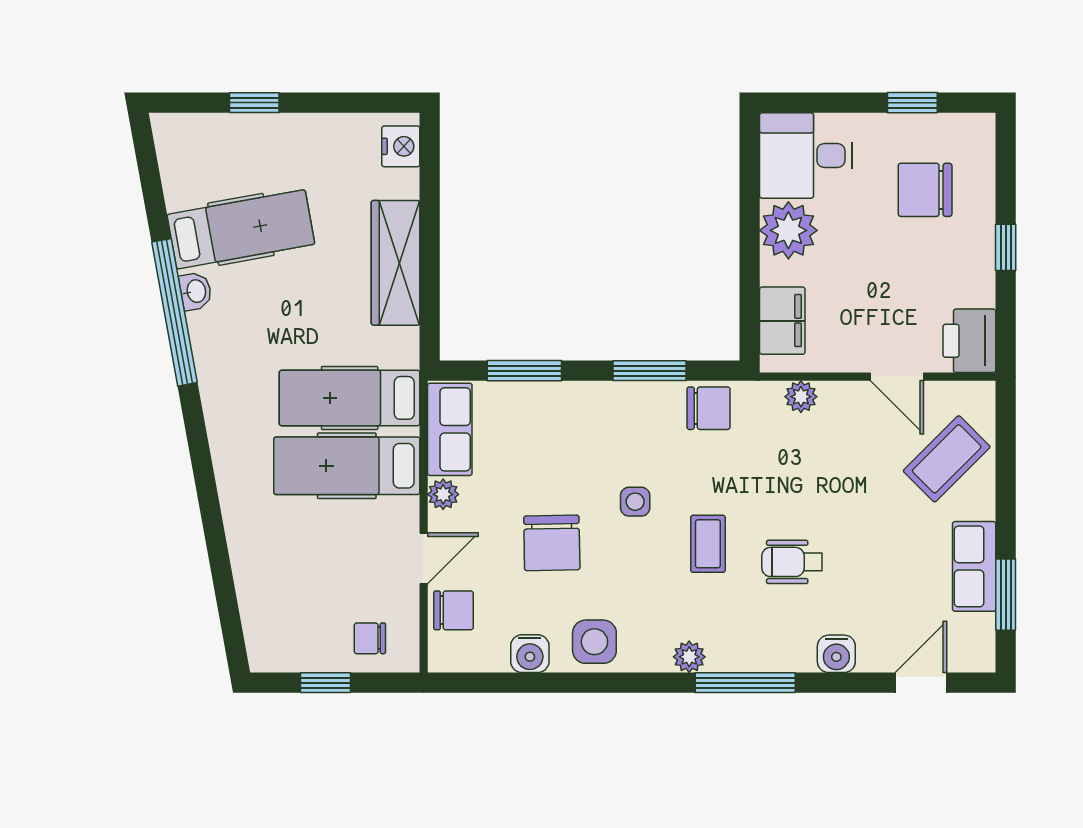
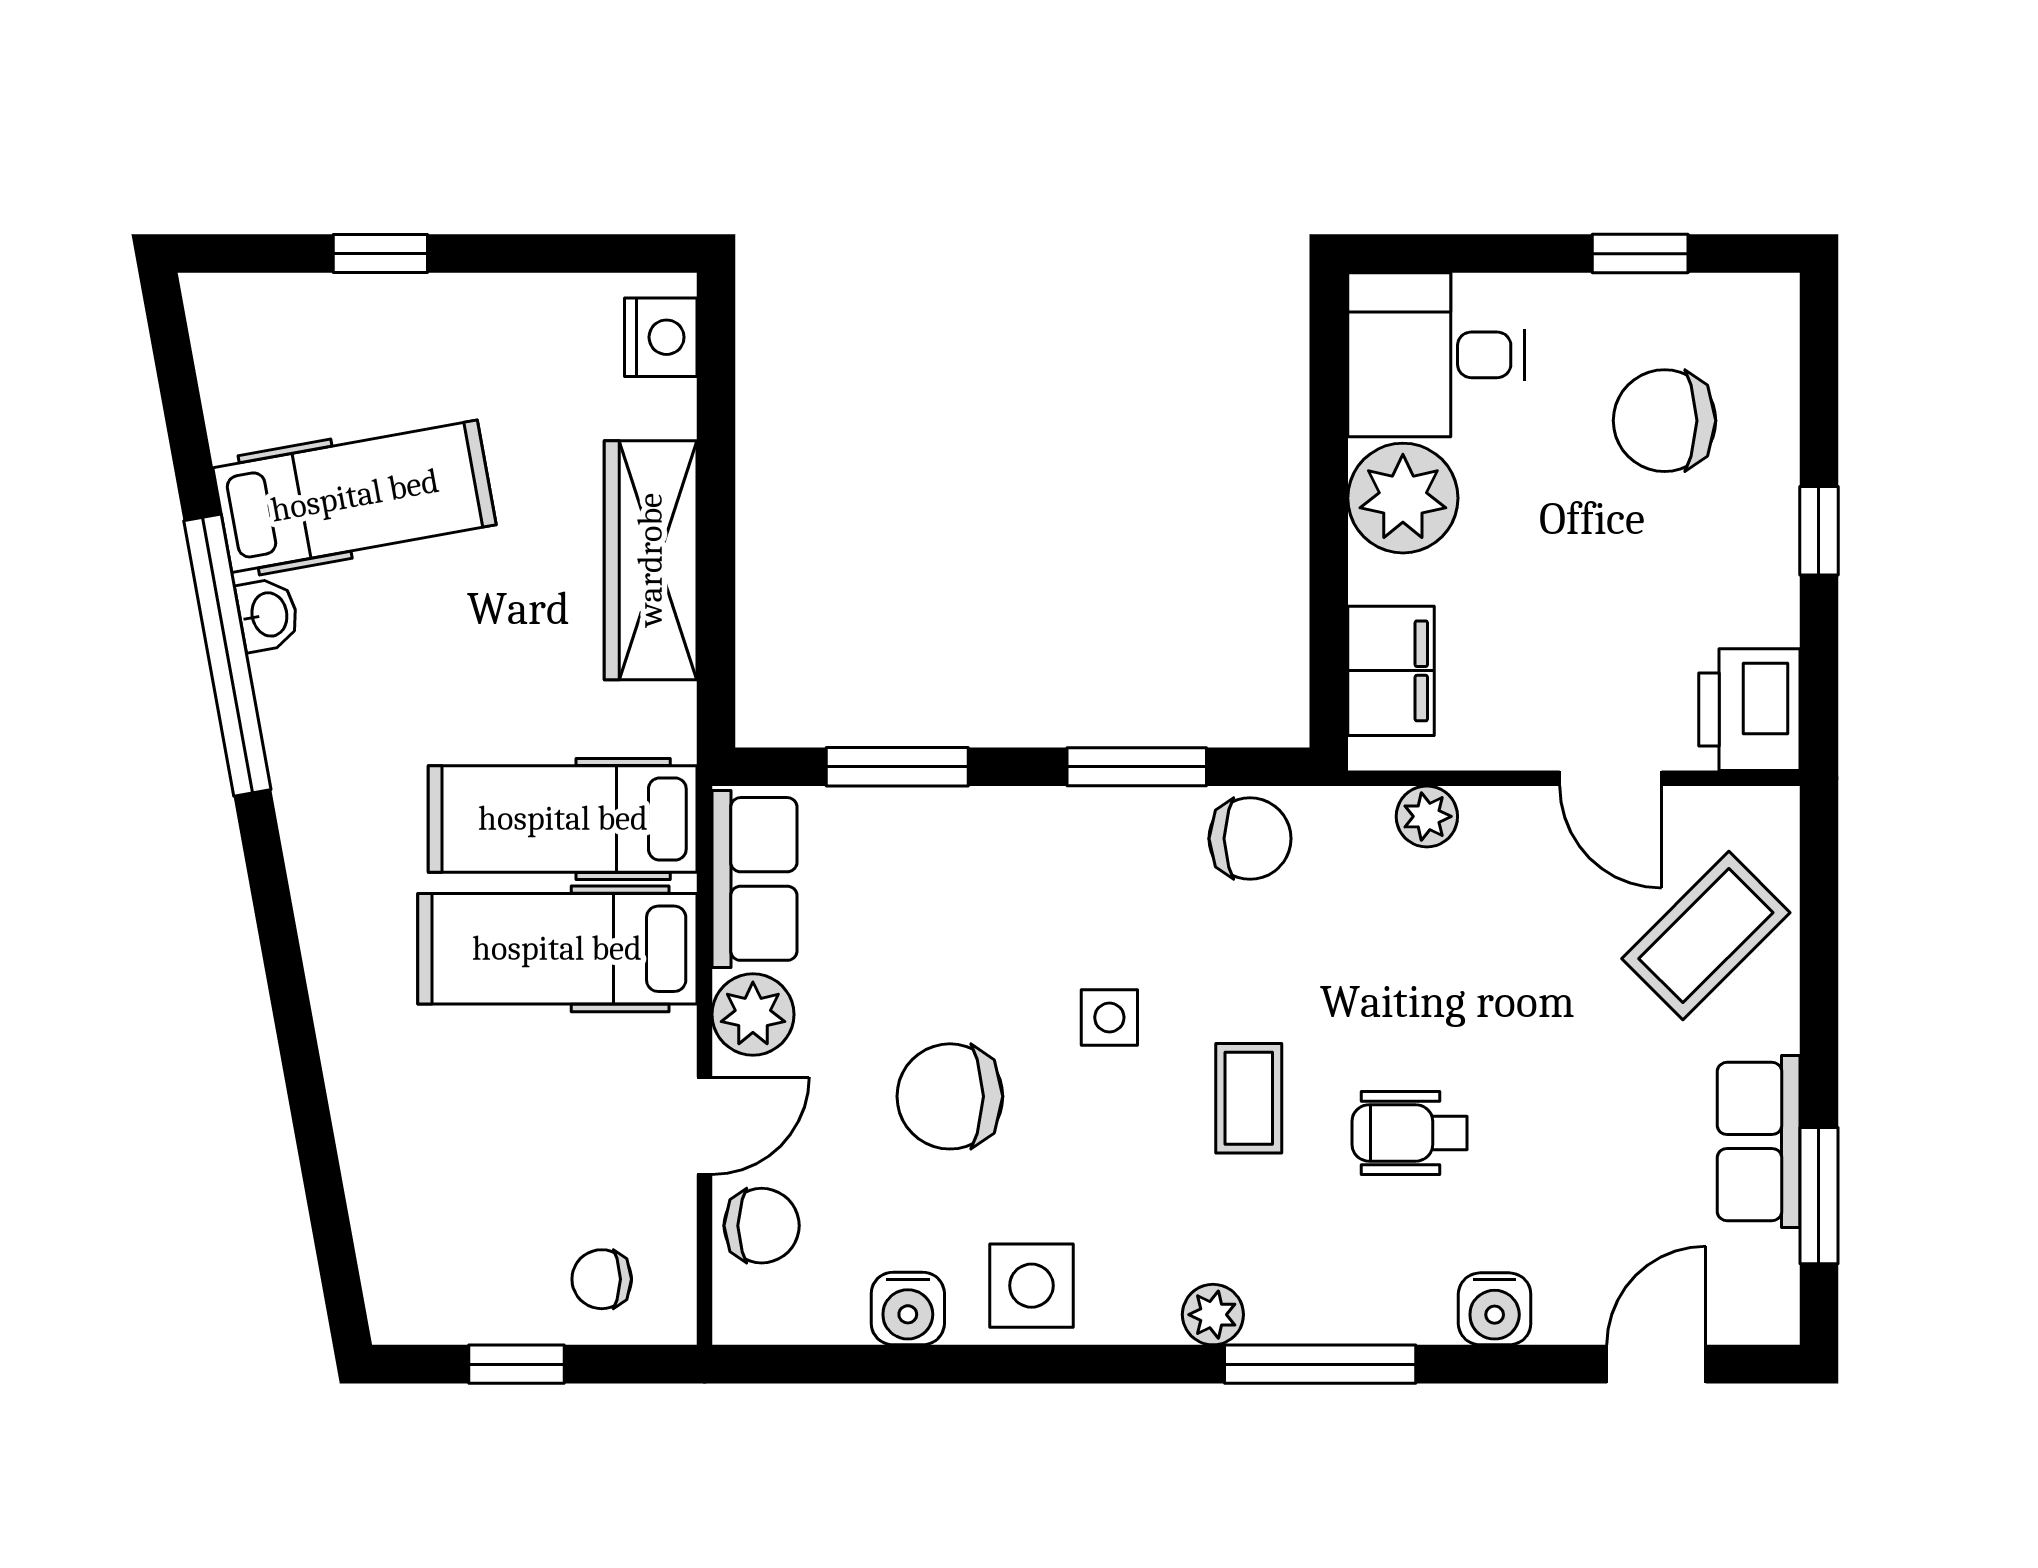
plant: (443, 494) -> (753, 1014), width x1.38, depth x1.38
chair: (552, 543) -> (950, 1096), turned 91

